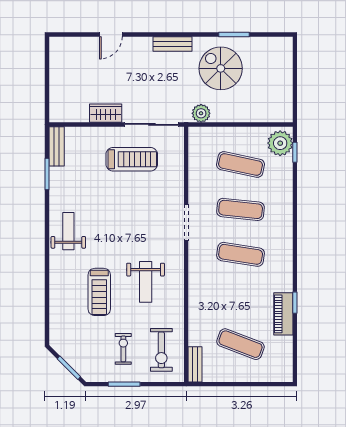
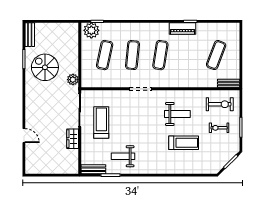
bench: (172, 44) -> (30, 35), moved
spiral stairs: (221, 68) -> (45, 67), turned 90
weight bench: (68, 231) -> (123, 156), moved
piano: (283, 314) -> (182, 28), moved

